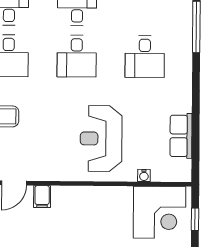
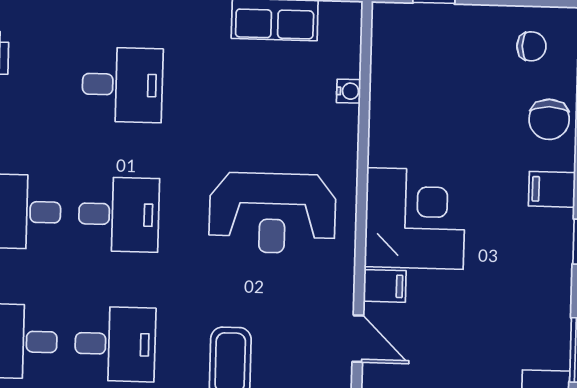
reception desk: (101, 139) -> (272, 213), moved
corner desk: (159, 212) -> (415, 219), moved

